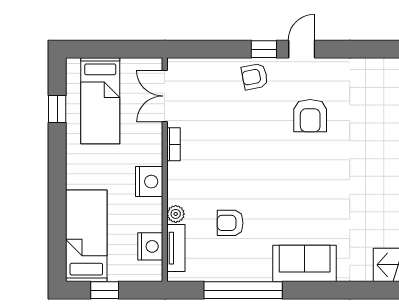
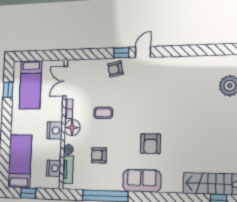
armchair: (310, 116) -> (150, 144), moved
coffee table: (235, 151) -> (103, 113), added
floor lamp: (181, 177) -> (72, 128), added

